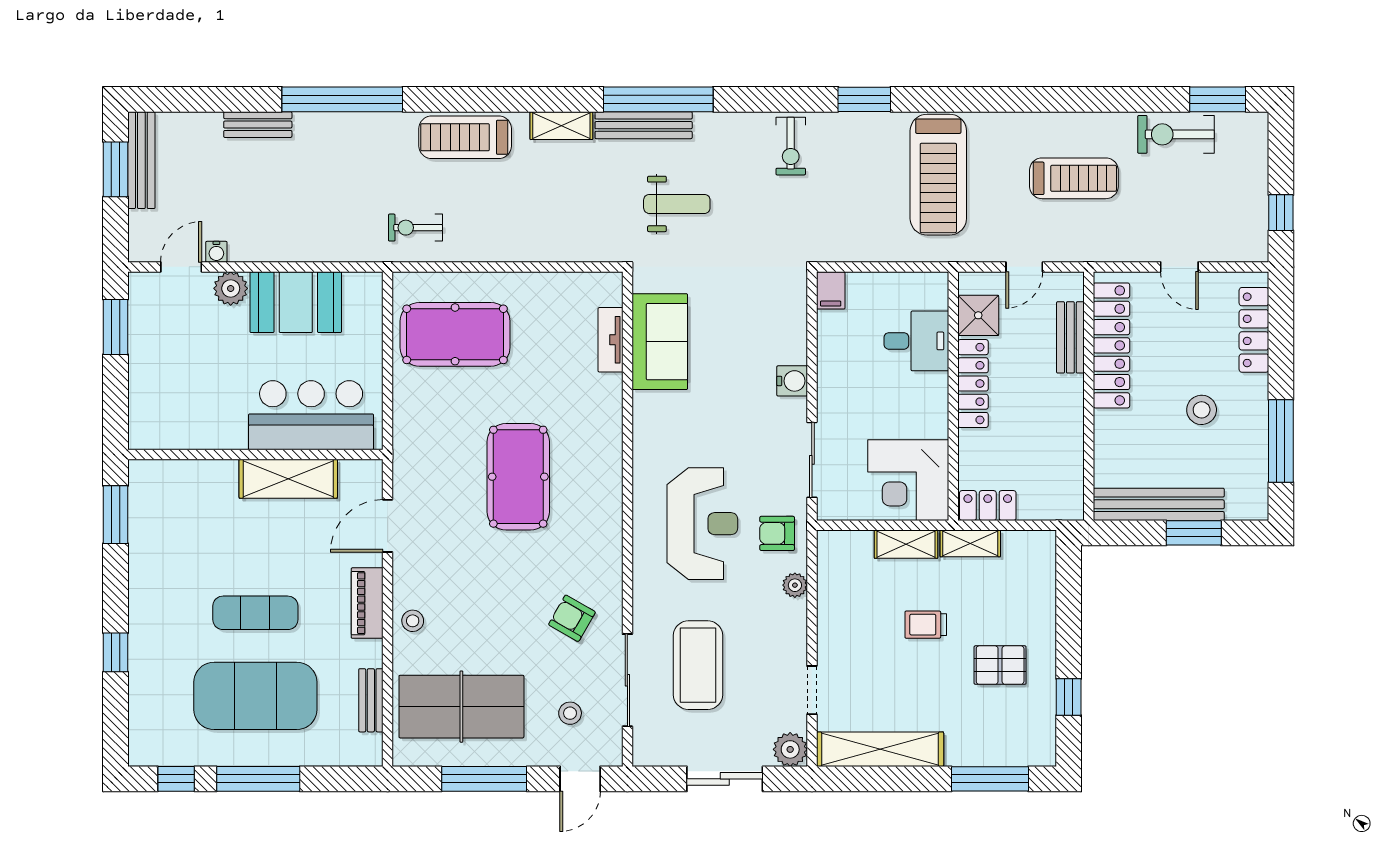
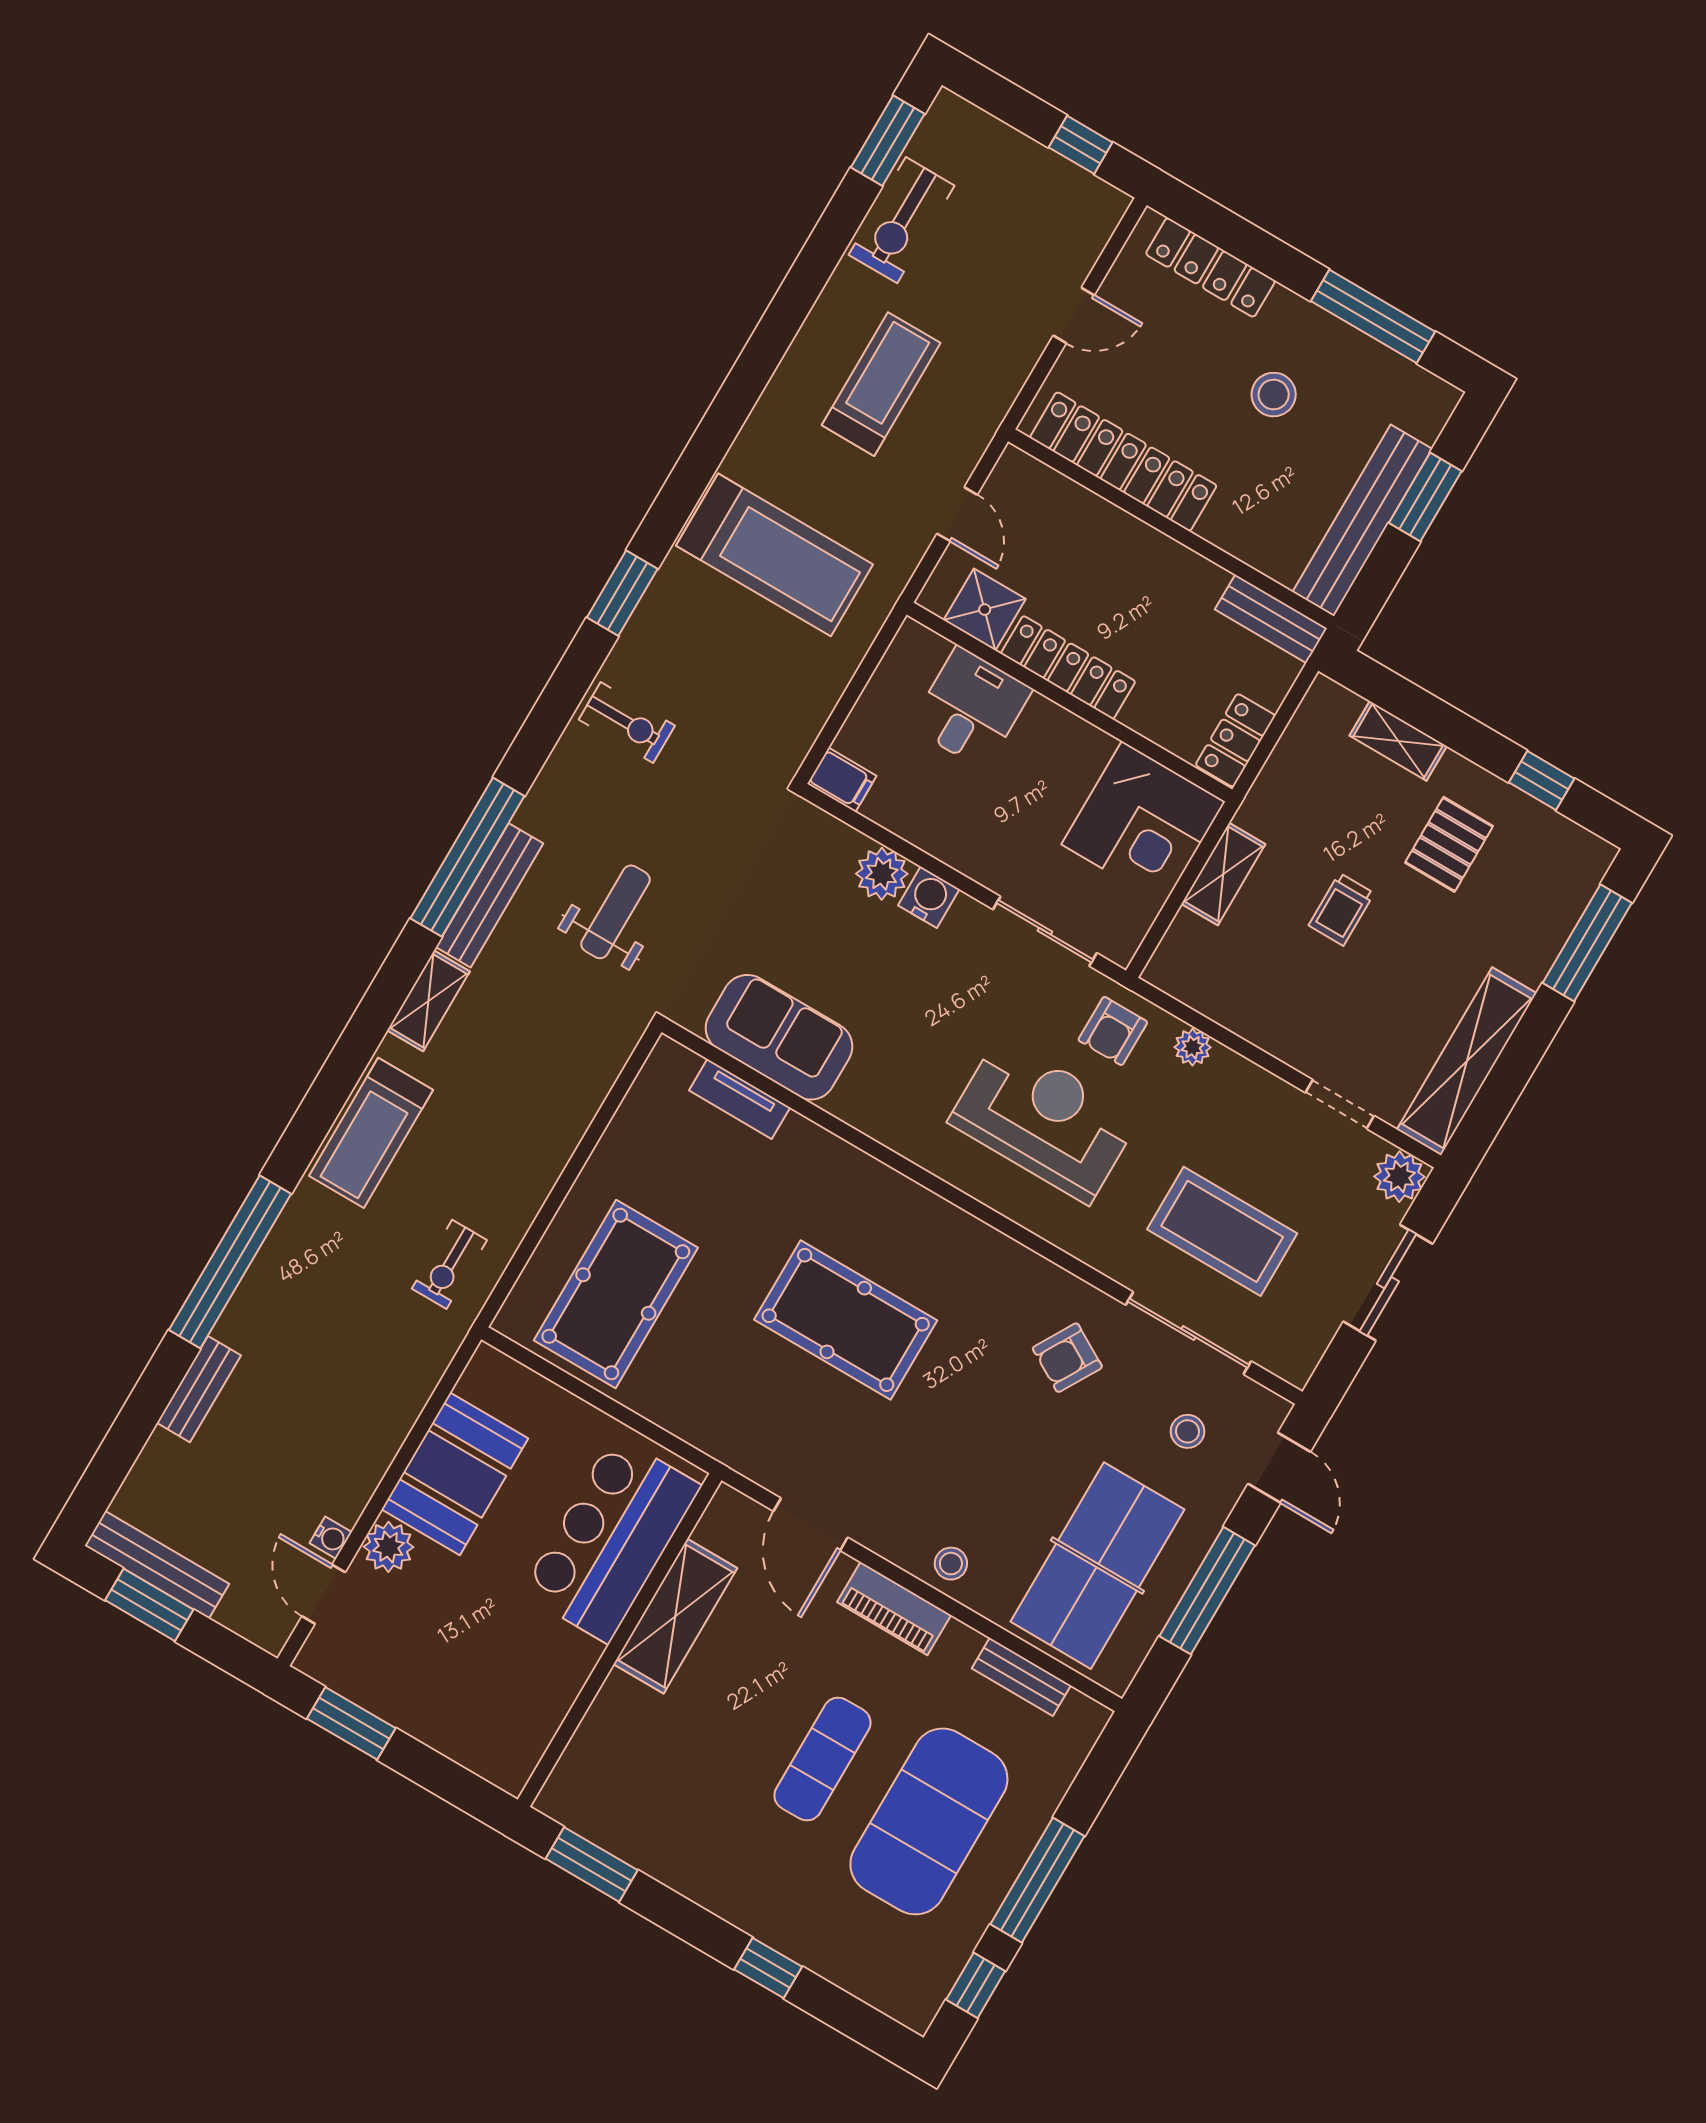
bench: (1070, 337) -> (1271, 619), moved
plant: (790, 346) -> (882, 874), added
shelving: (970, 543) -> (1398, 741), moved, turned 90

